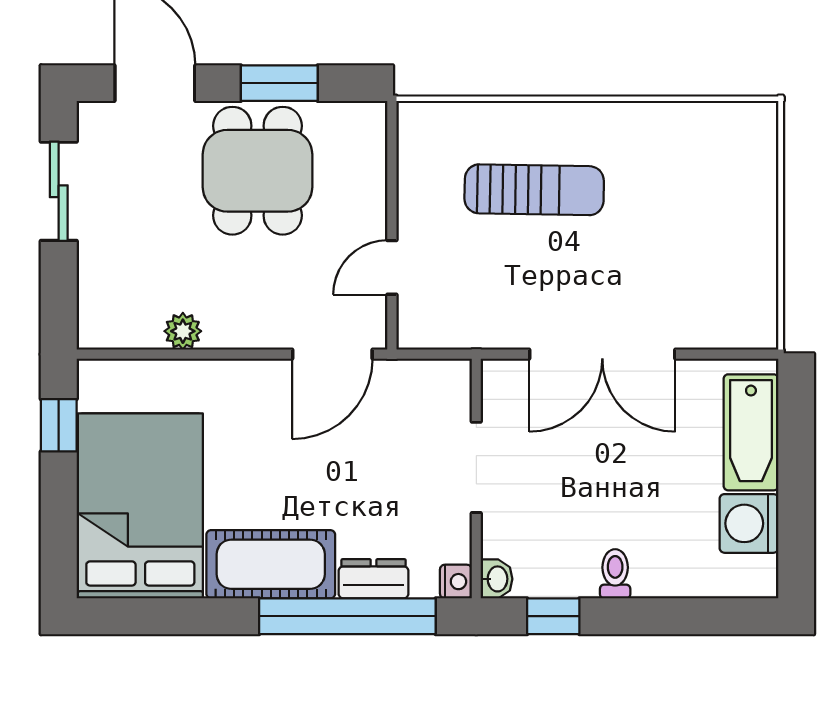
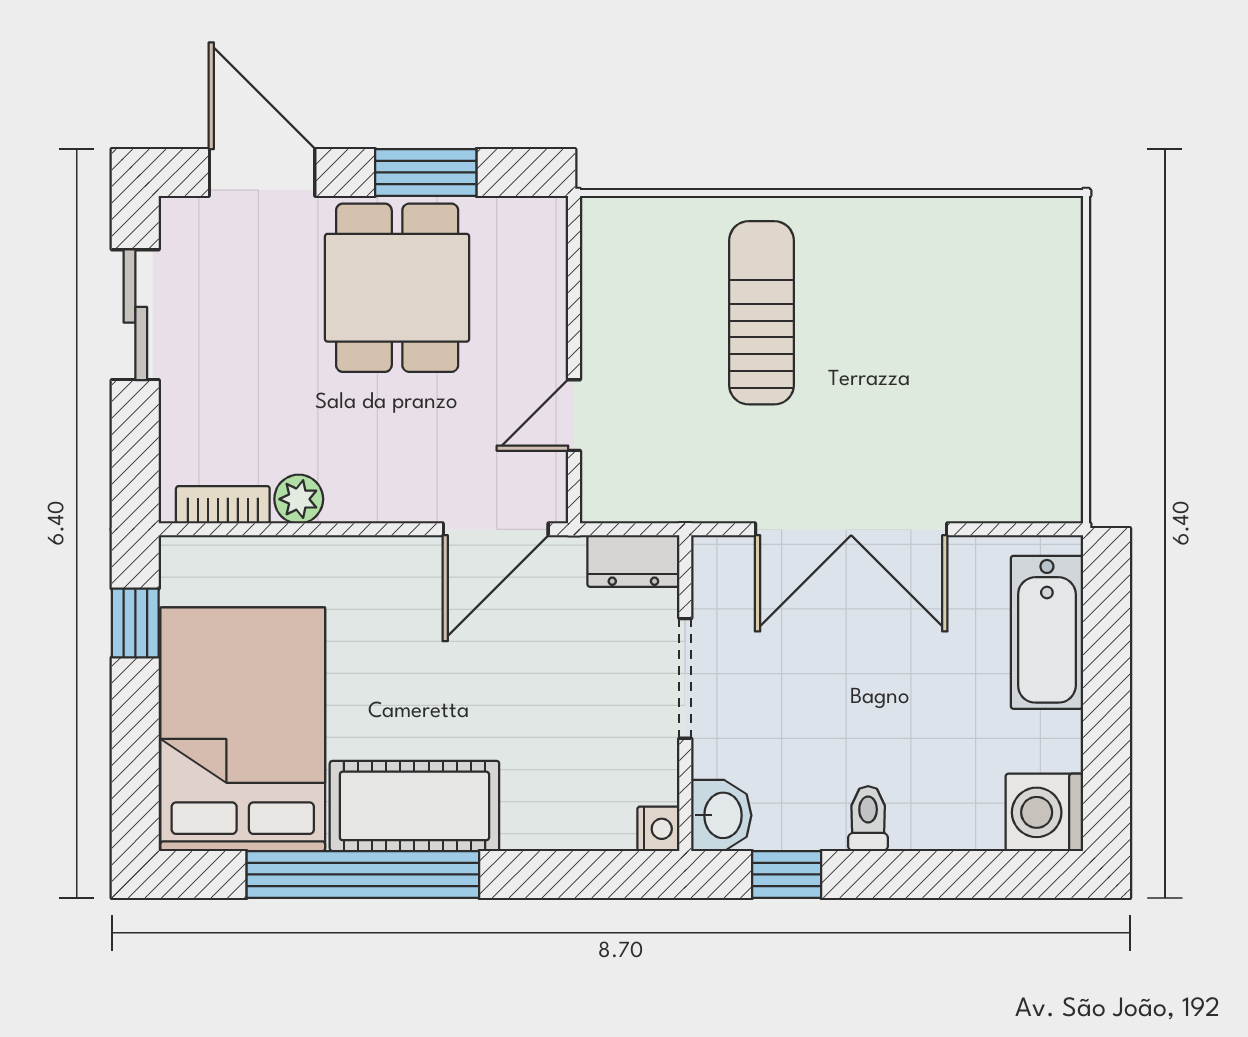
sun lounger: (534, 190) -> (761, 313), turned -91
bookcase: (125, 335) -> (223, 505), added
washing machine: (749, 523) -> (1044, 812), moved
dresser: (374, 579) -> (633, 561), moved, turned 180
washbasin: (497, 579) -> (721, 815), width x1.38, depth x1.45
window: (347, 616) -> (363, 874), moved

